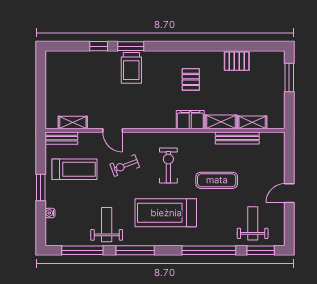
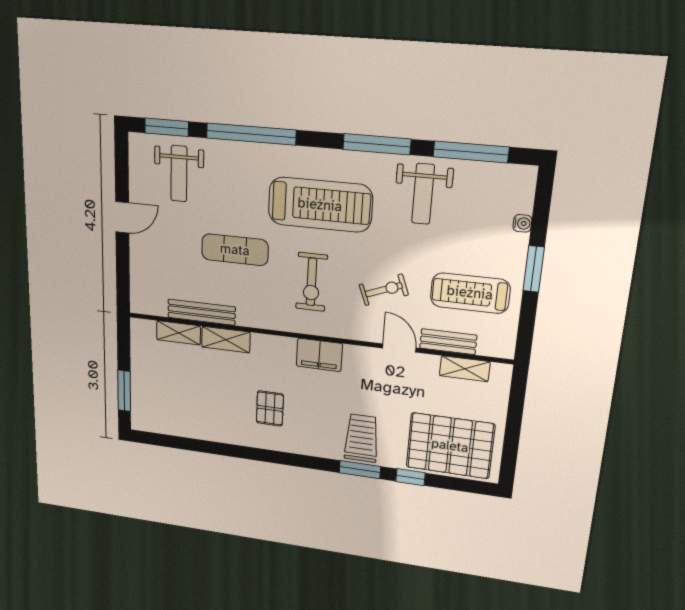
pallet: (237, 61) -> (450, 446), moved, width x2.05, depth x2.00
filing cabinet: (190, 120) -> (319, 355), moved
bench: (61, 138) -> (448, 342), moved

